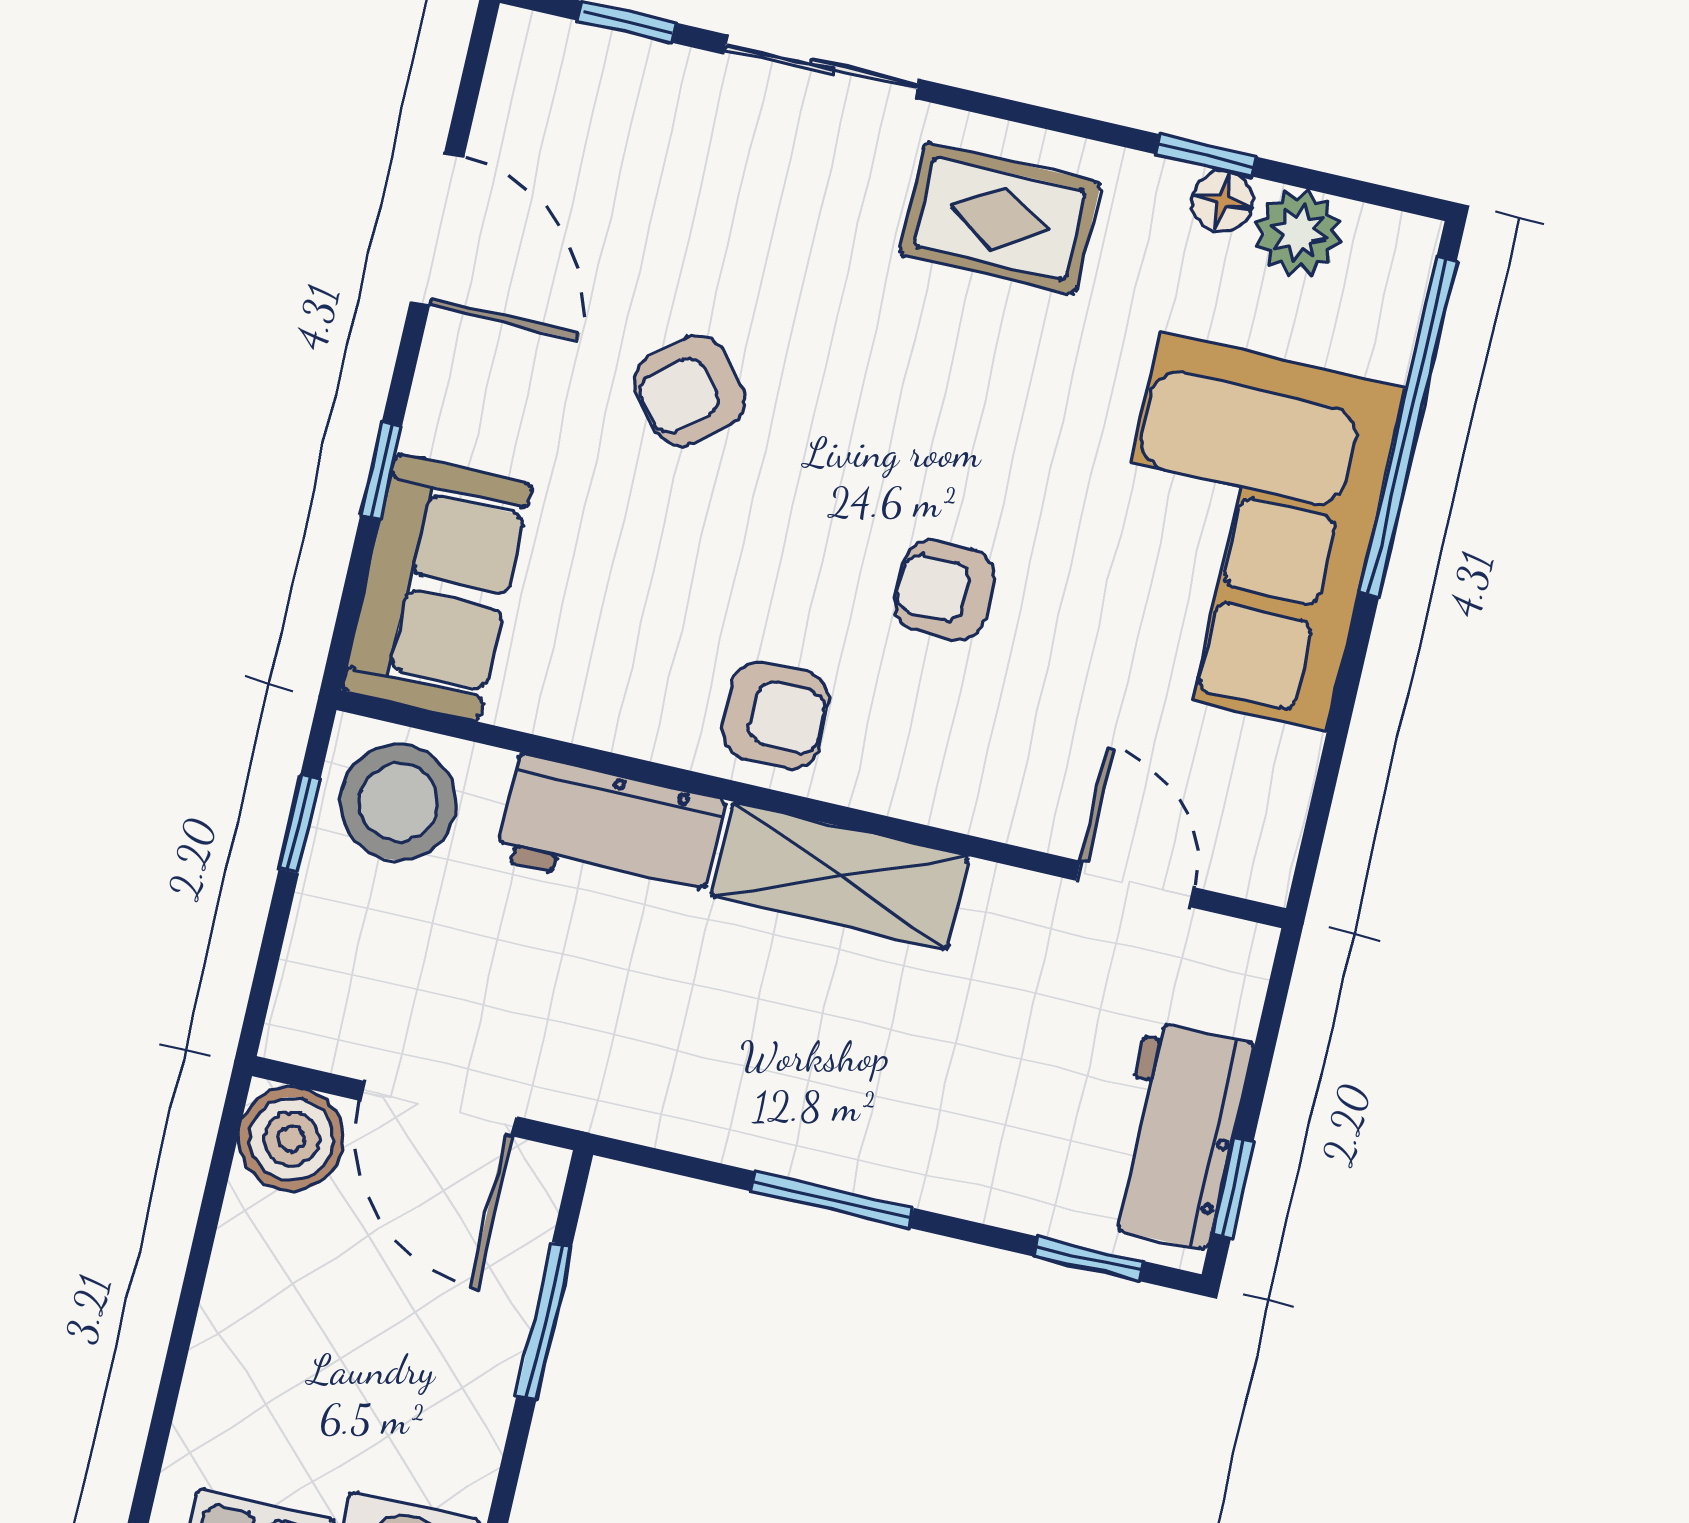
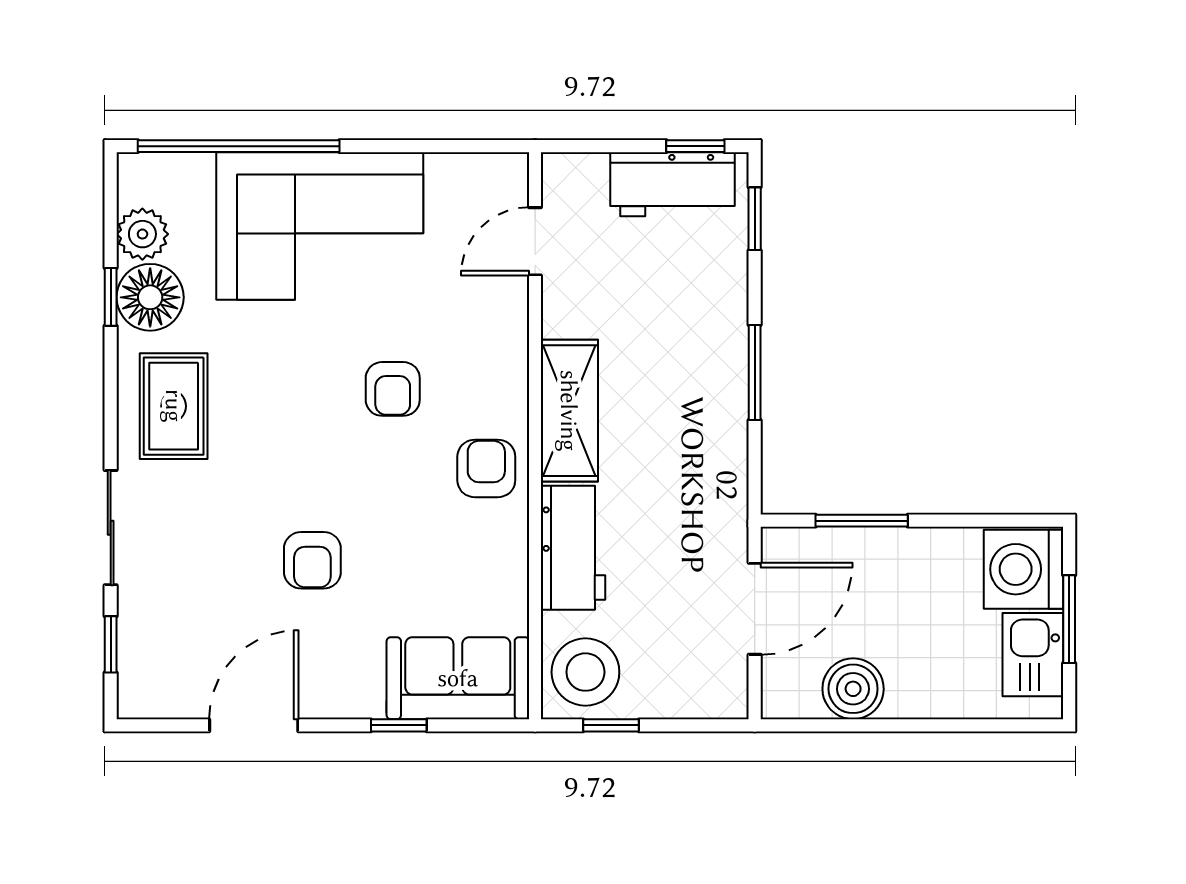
floor lamp: (1222, 201) -> (150, 297), width x1.89, depth x1.89
armchair: (690, 390) -> (312, 560), turned 41
boiler: (291, 1139) -> (853, 689), moved

